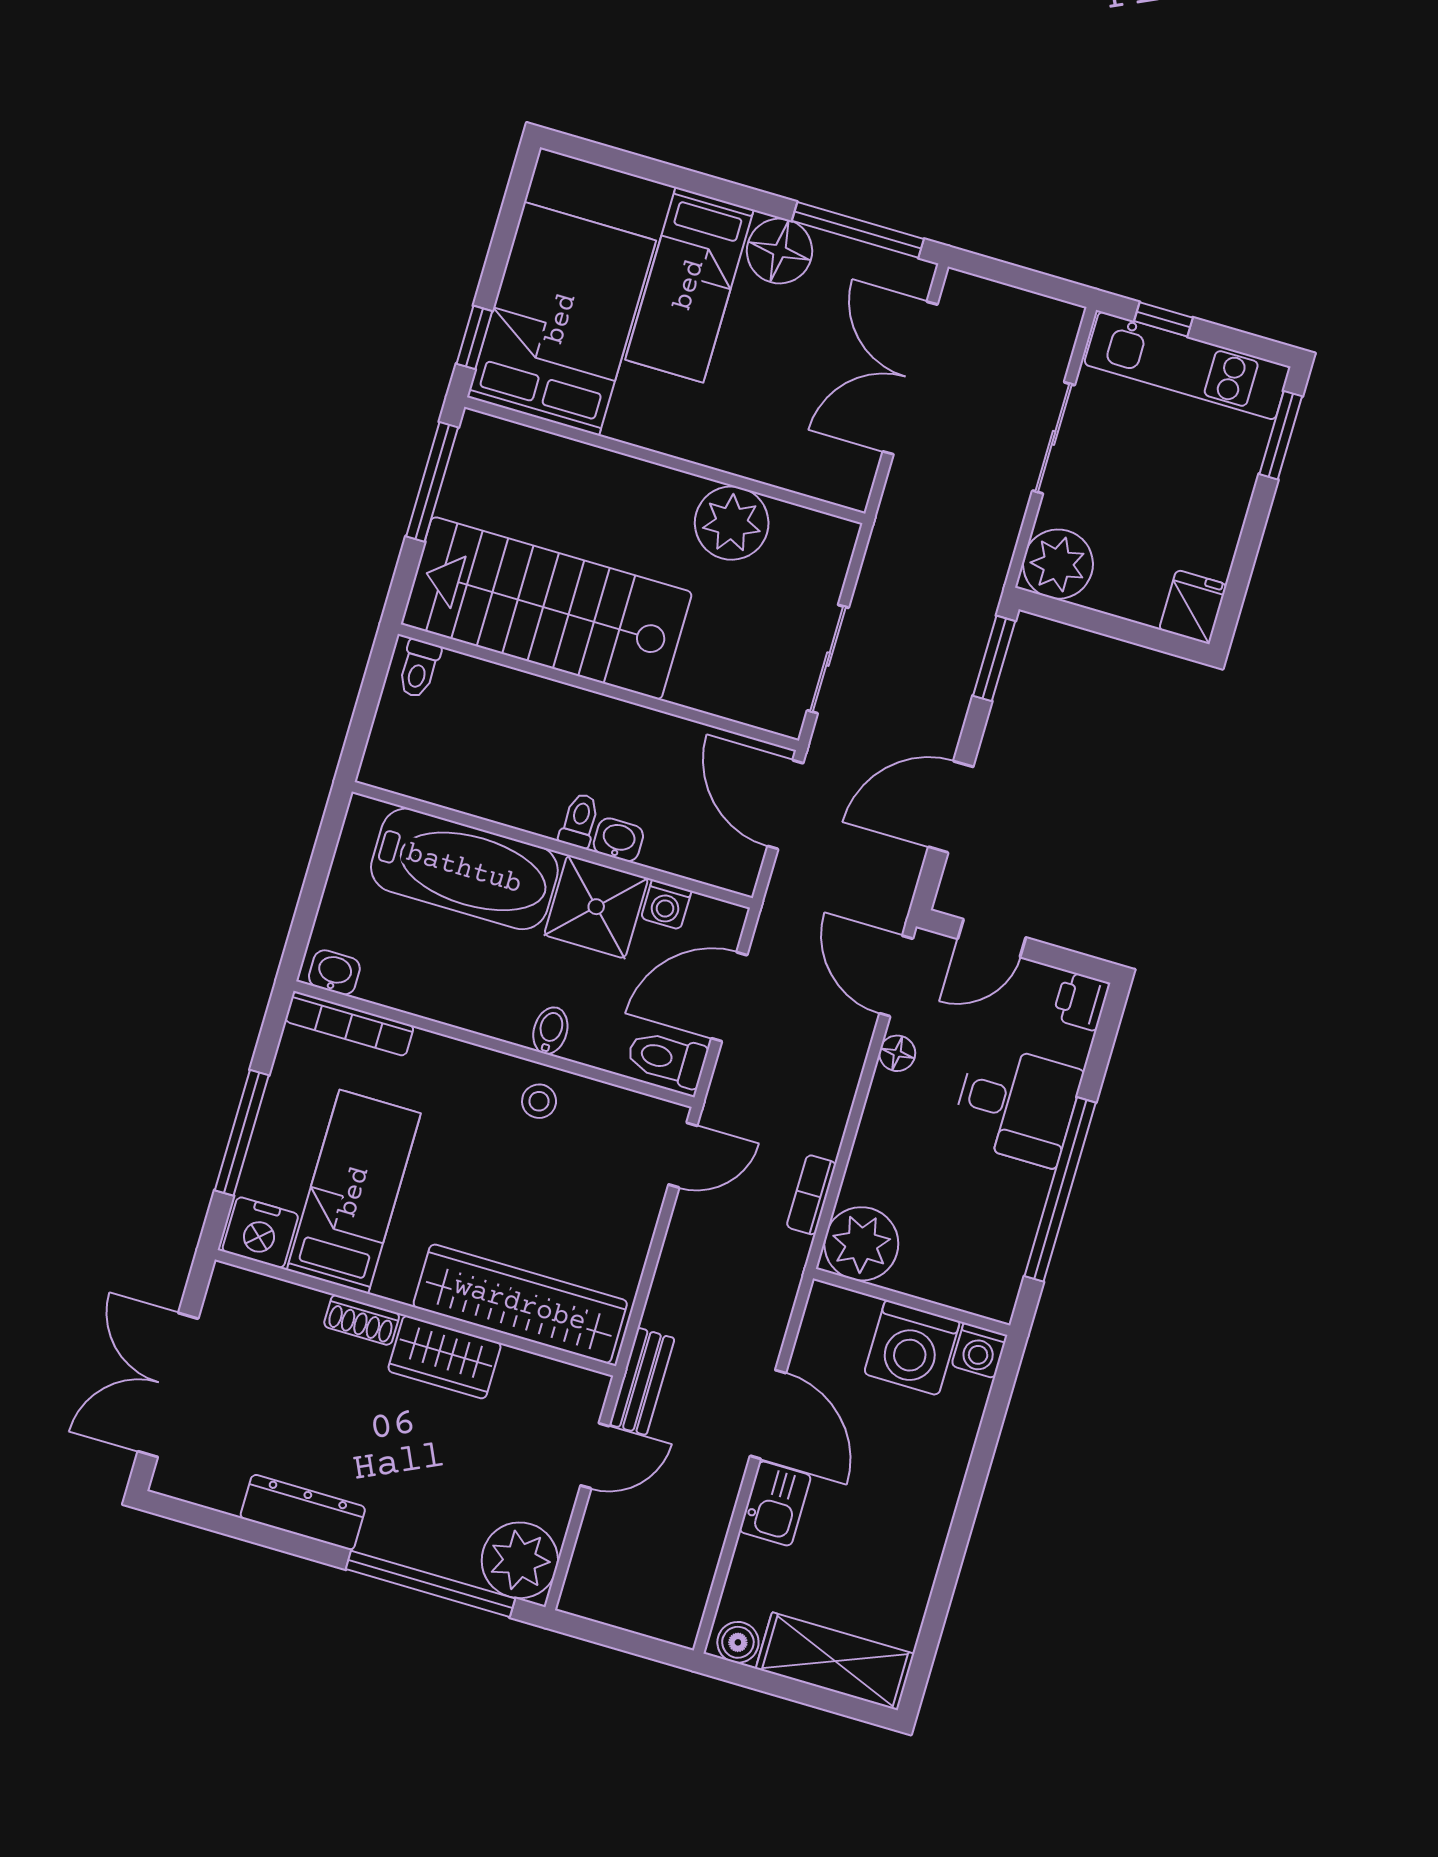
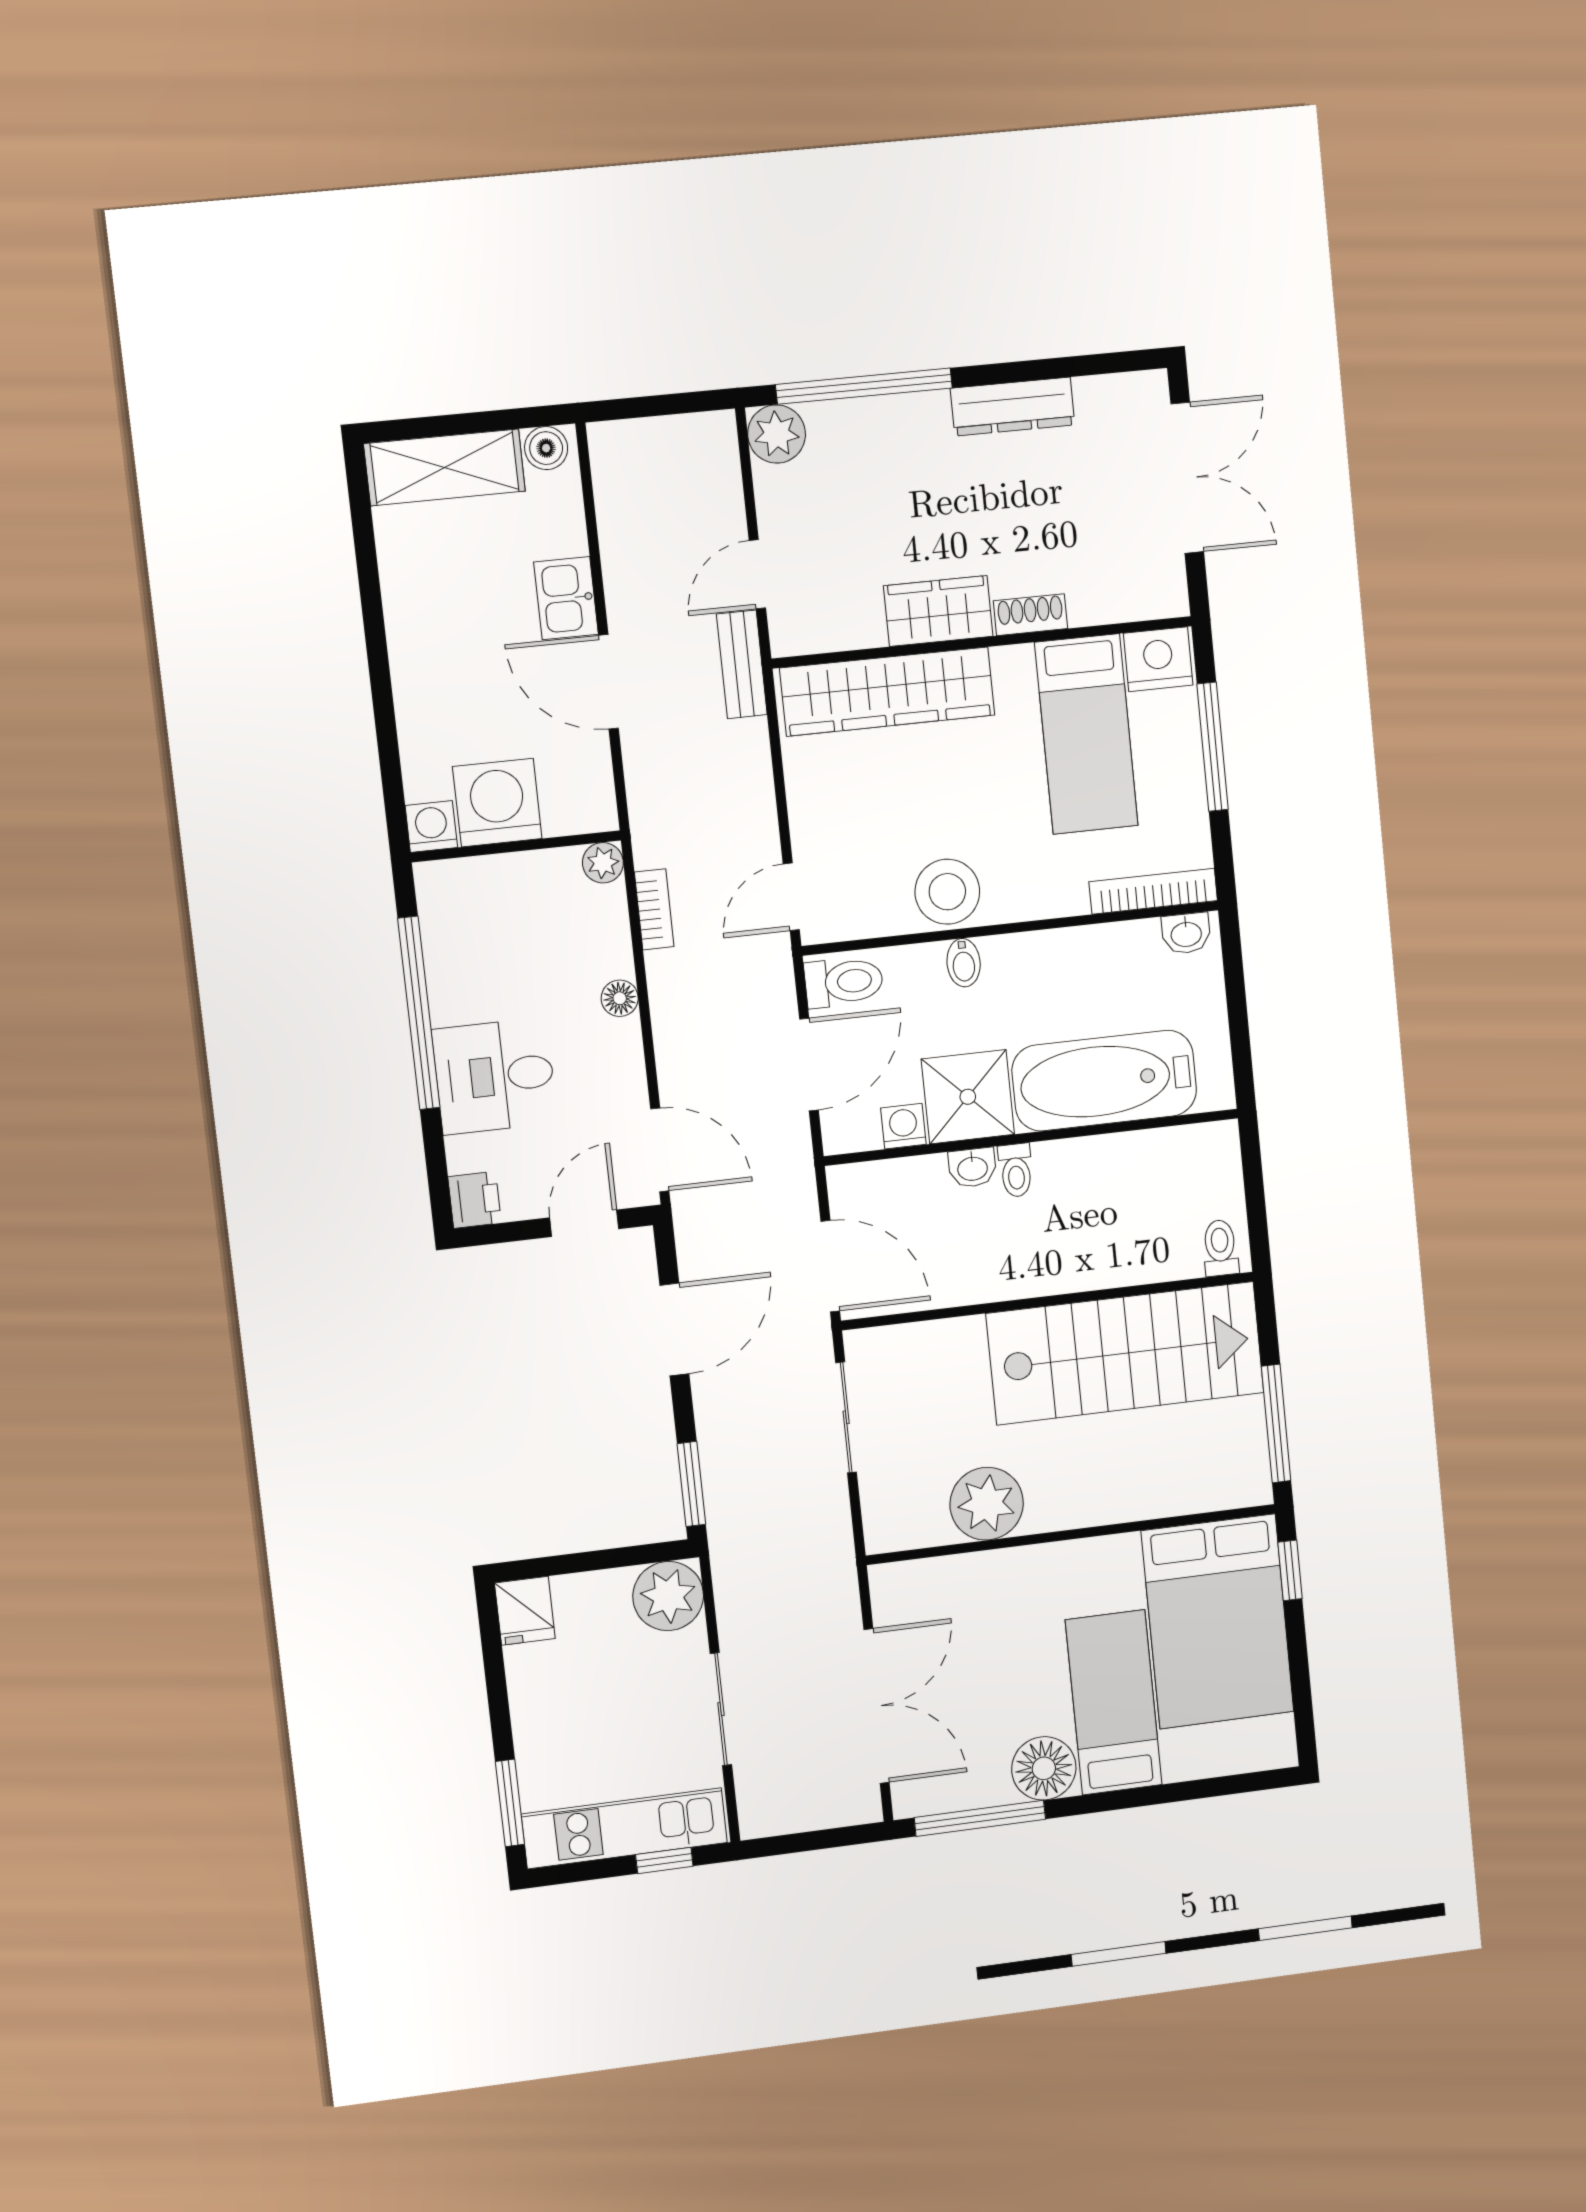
floor lamp: (897, 1053) -> (620, 998), moved
stool: (539, 1101) -> (947, 892), width x1.89, depth x1.89
plant: (861, 1244) -> (603, 863), width x0.53, depth x0.53
plant: (520, 1560) -> (777, 434), width x0.73, depth x0.73

